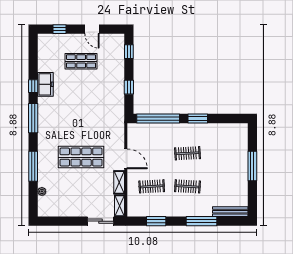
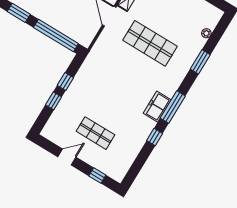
door: (92, 29) -> (67, 157), hinge flipped
window: (129, 52) -> (54, 101), moved
freezer: (45, 84) -> (157, 107), moved
window: (33, 166) -> (200, 62), width x0.69

